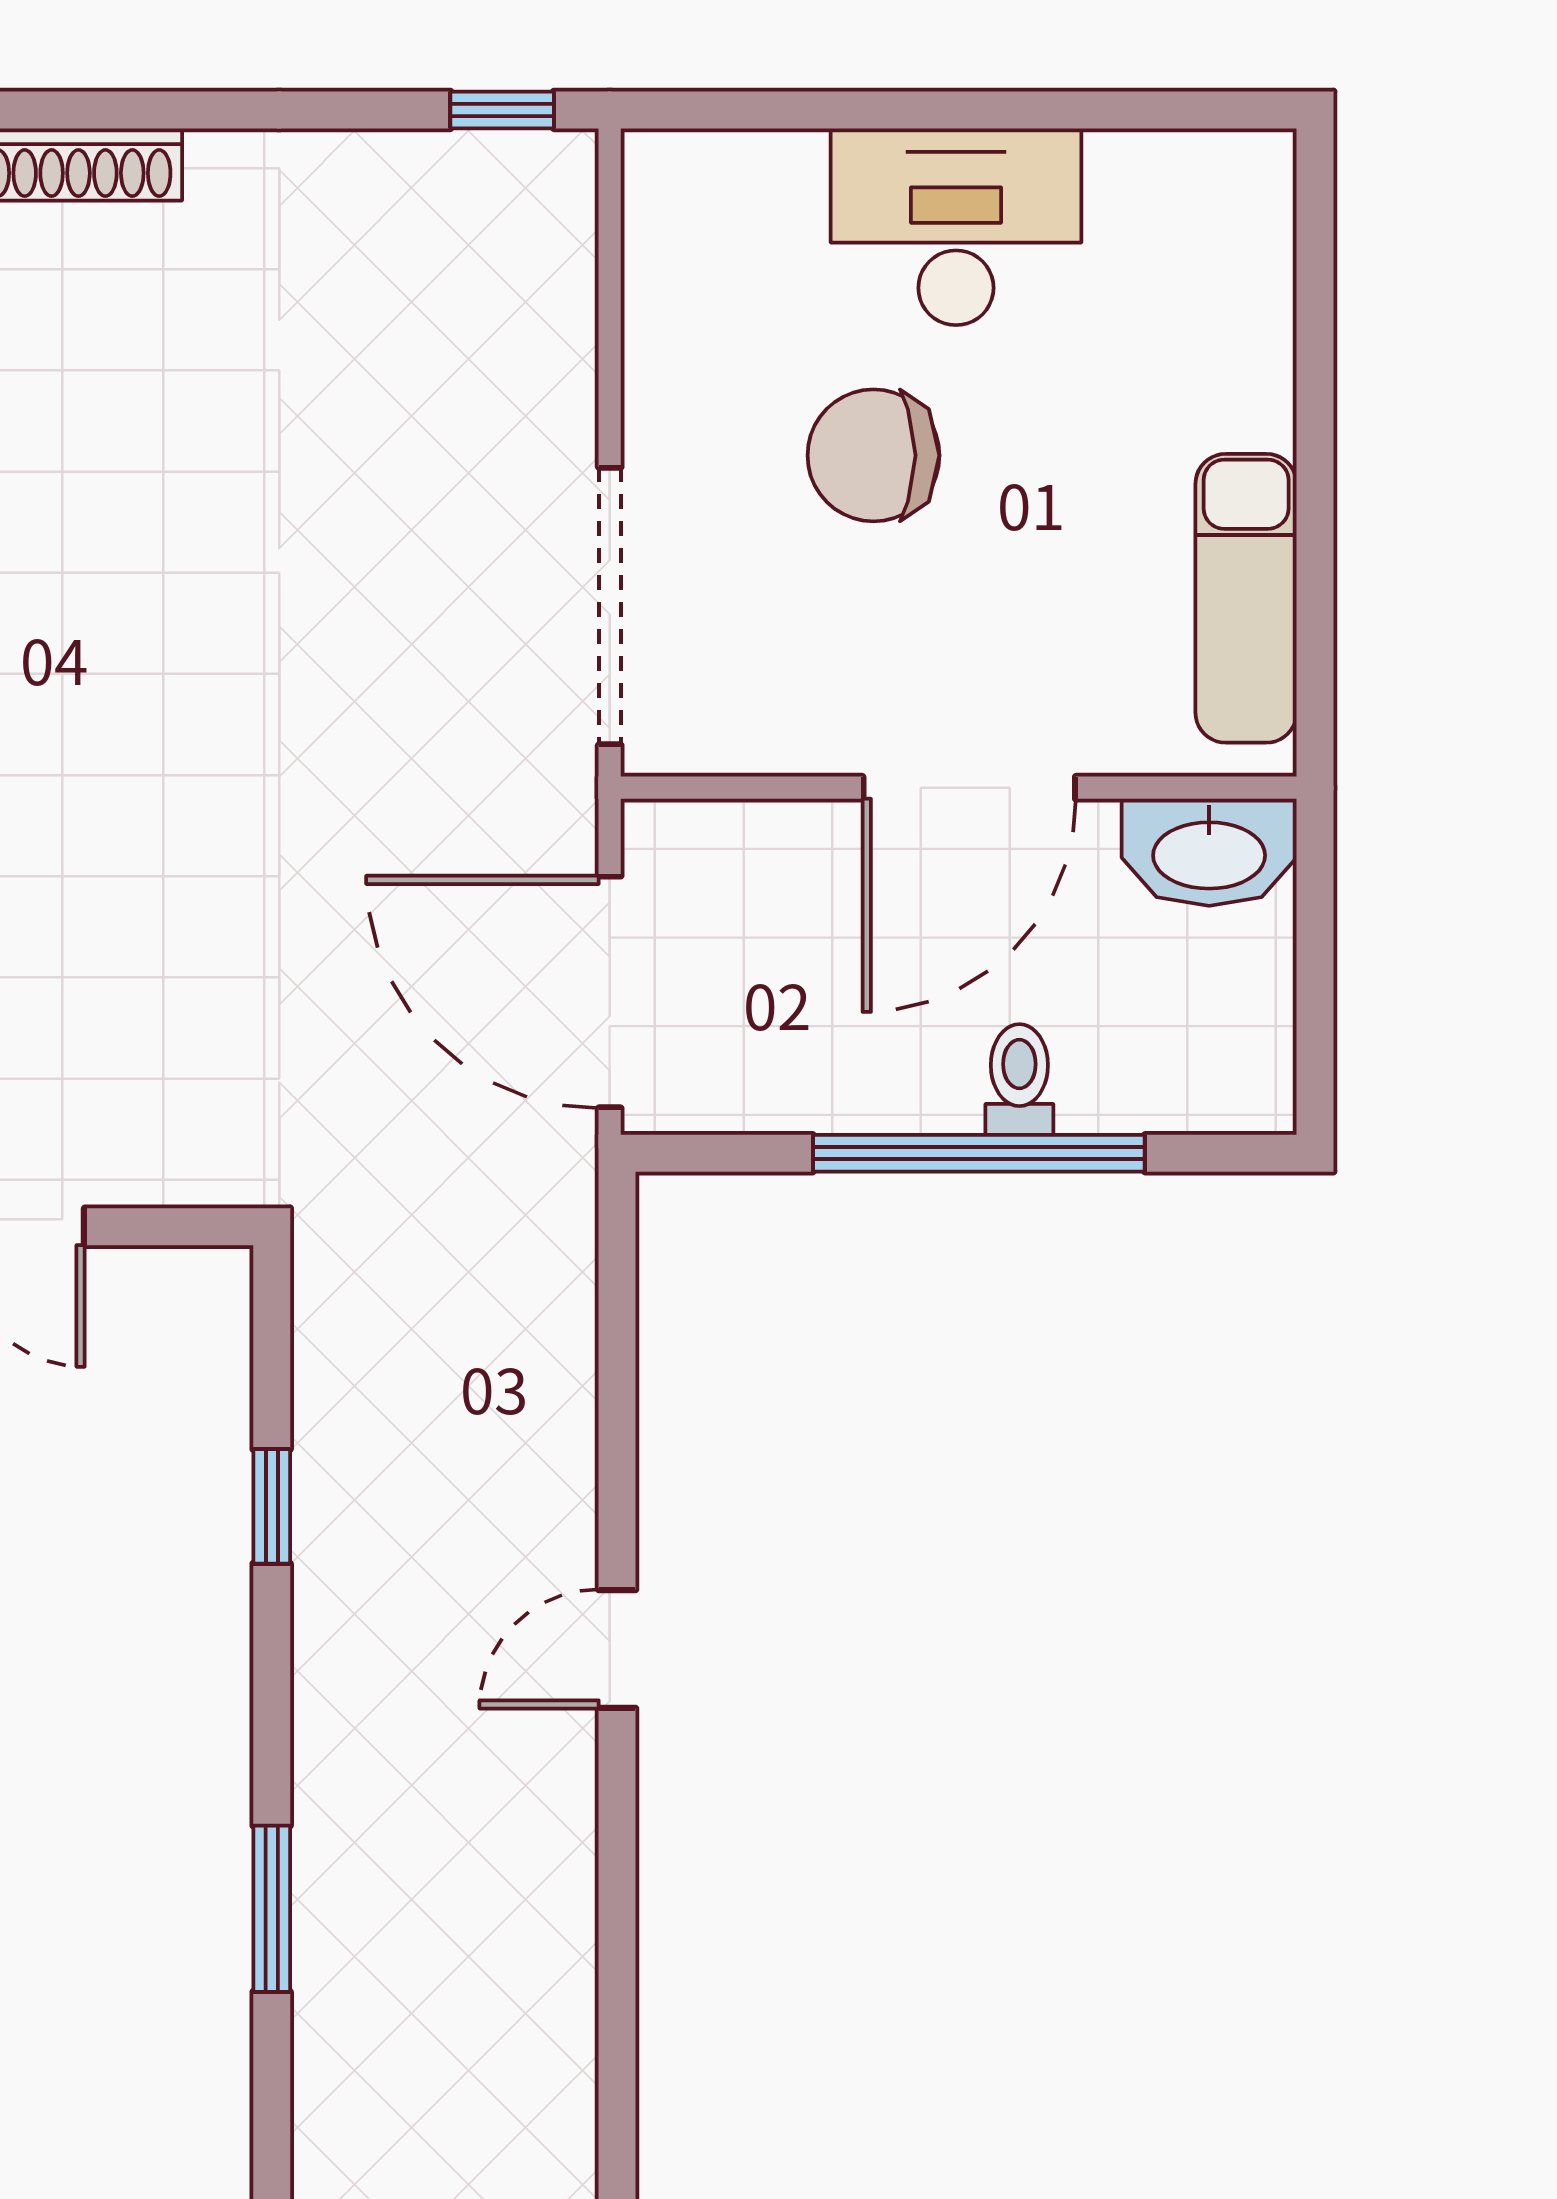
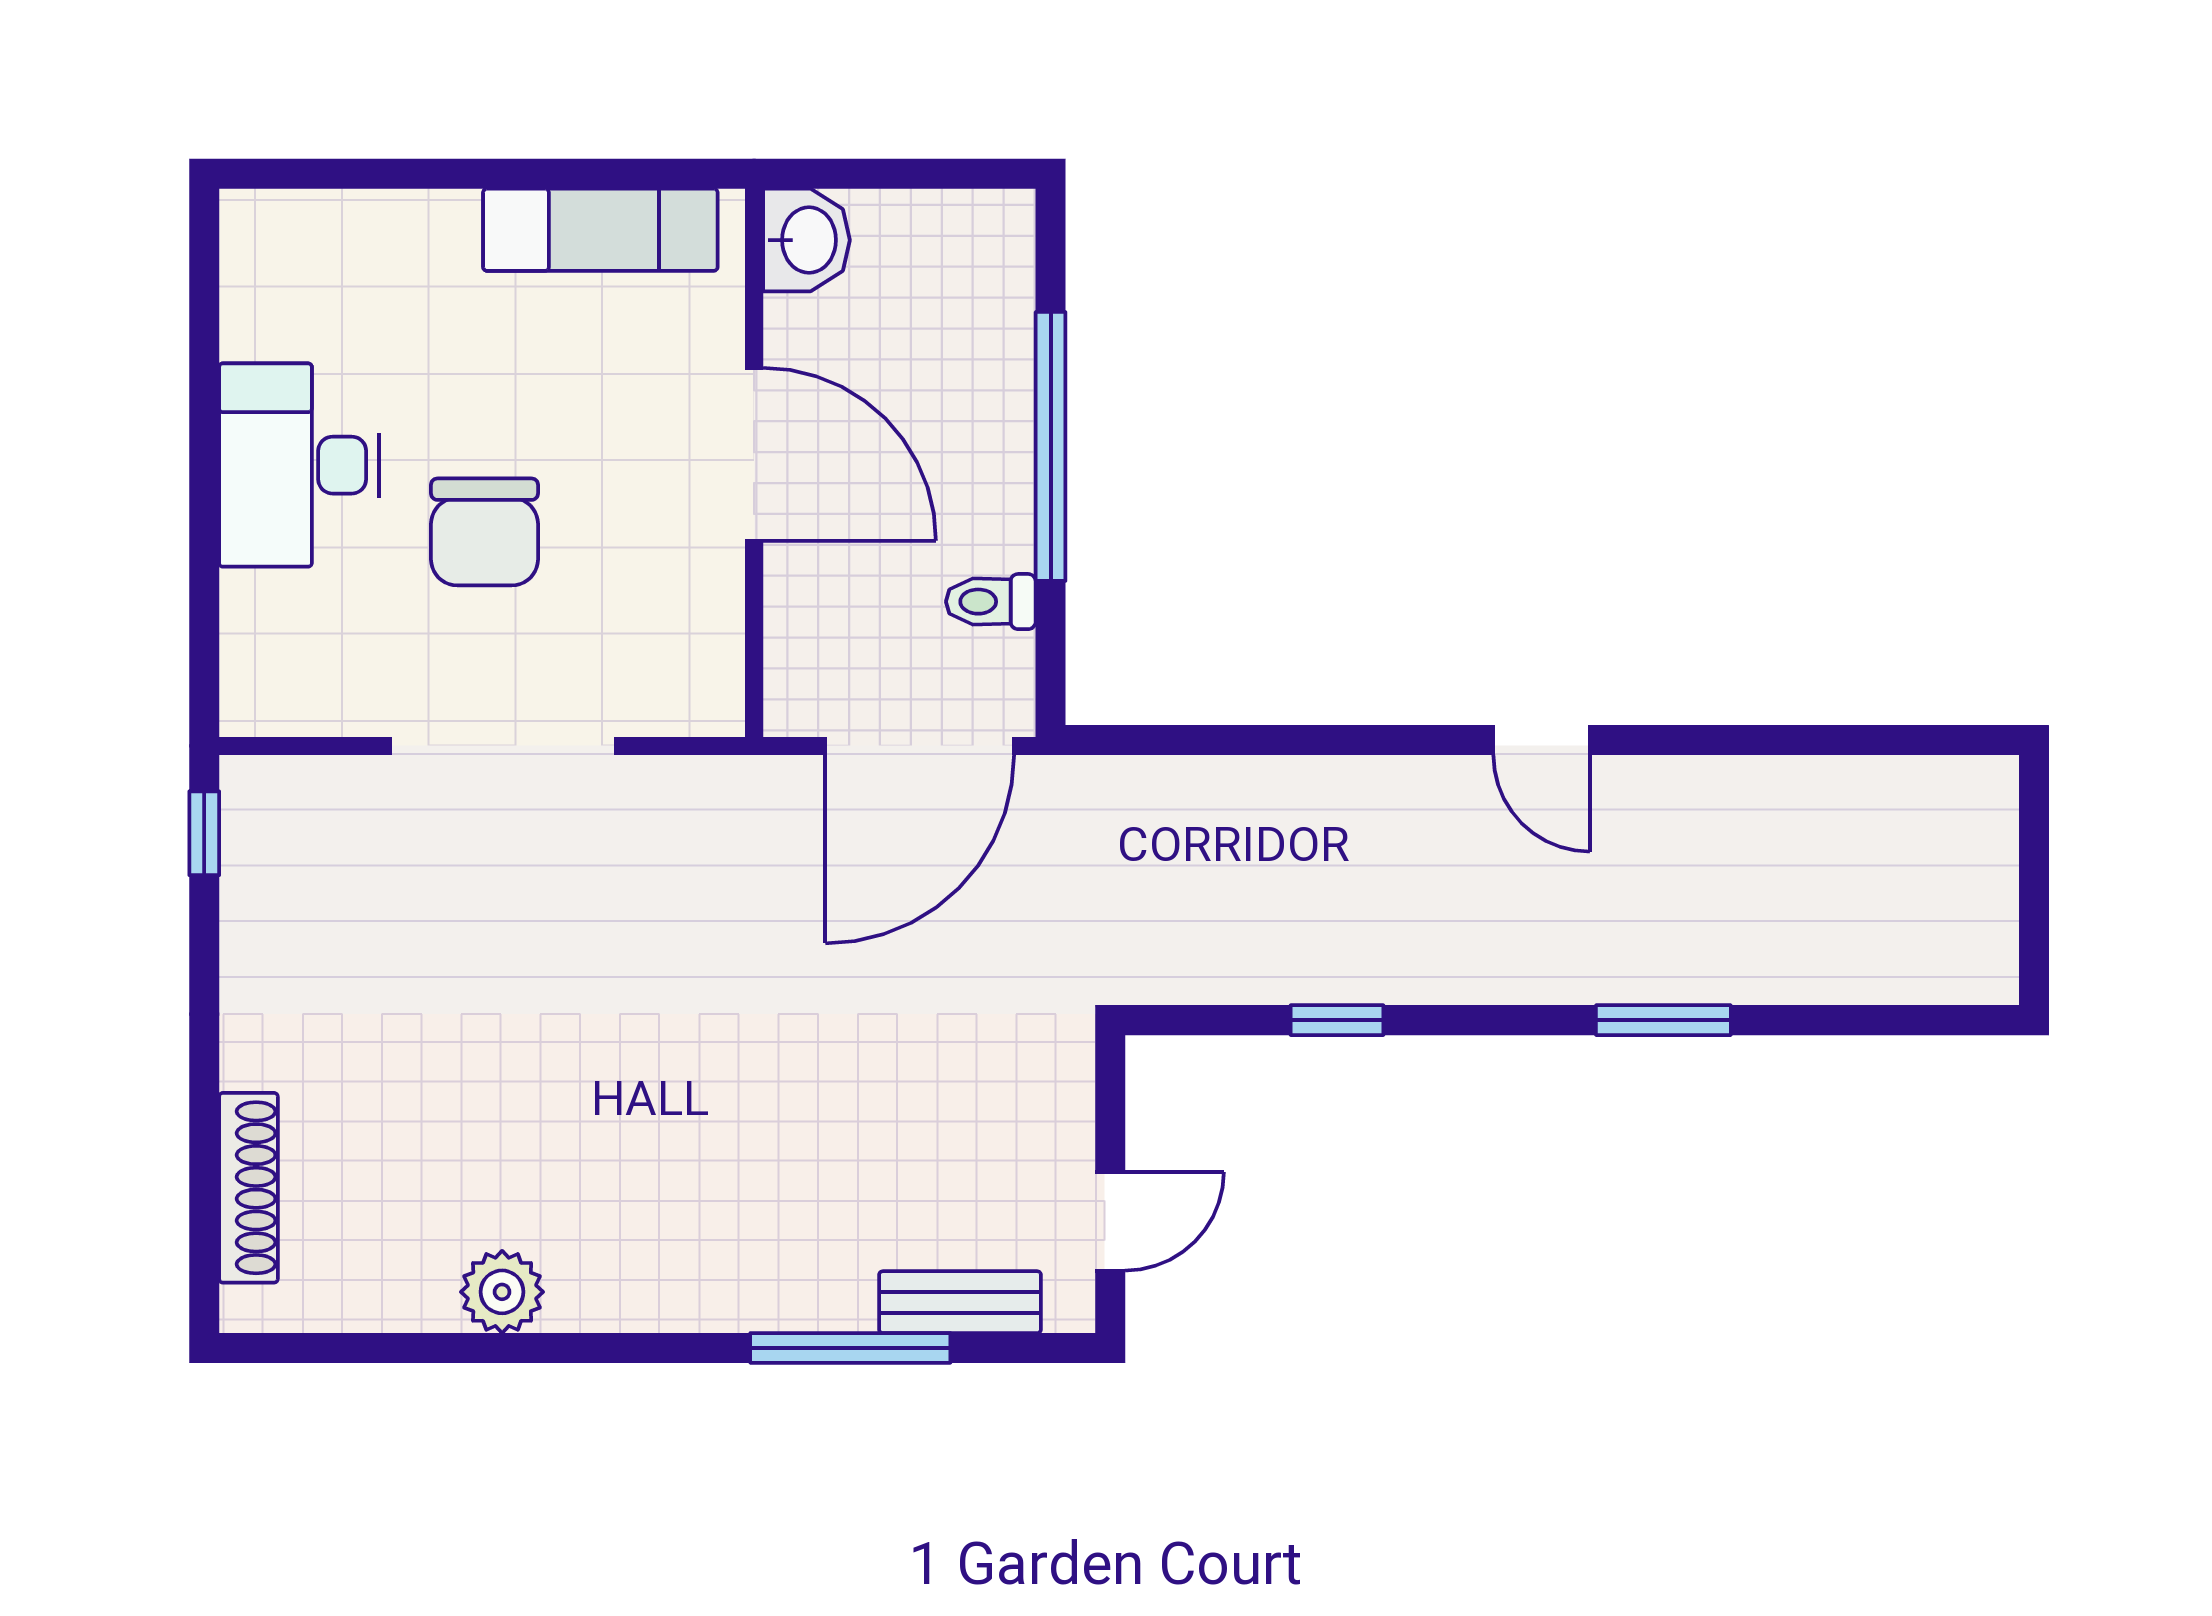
doorway: (610, 606) -> (503, 746), moved
washbasin: (1209, 852) -> (806, 240), width x0.72
toilet: (1019, 1080) -> (991, 602), moved
door: (617, 1649) -> (1542, 740), moved

